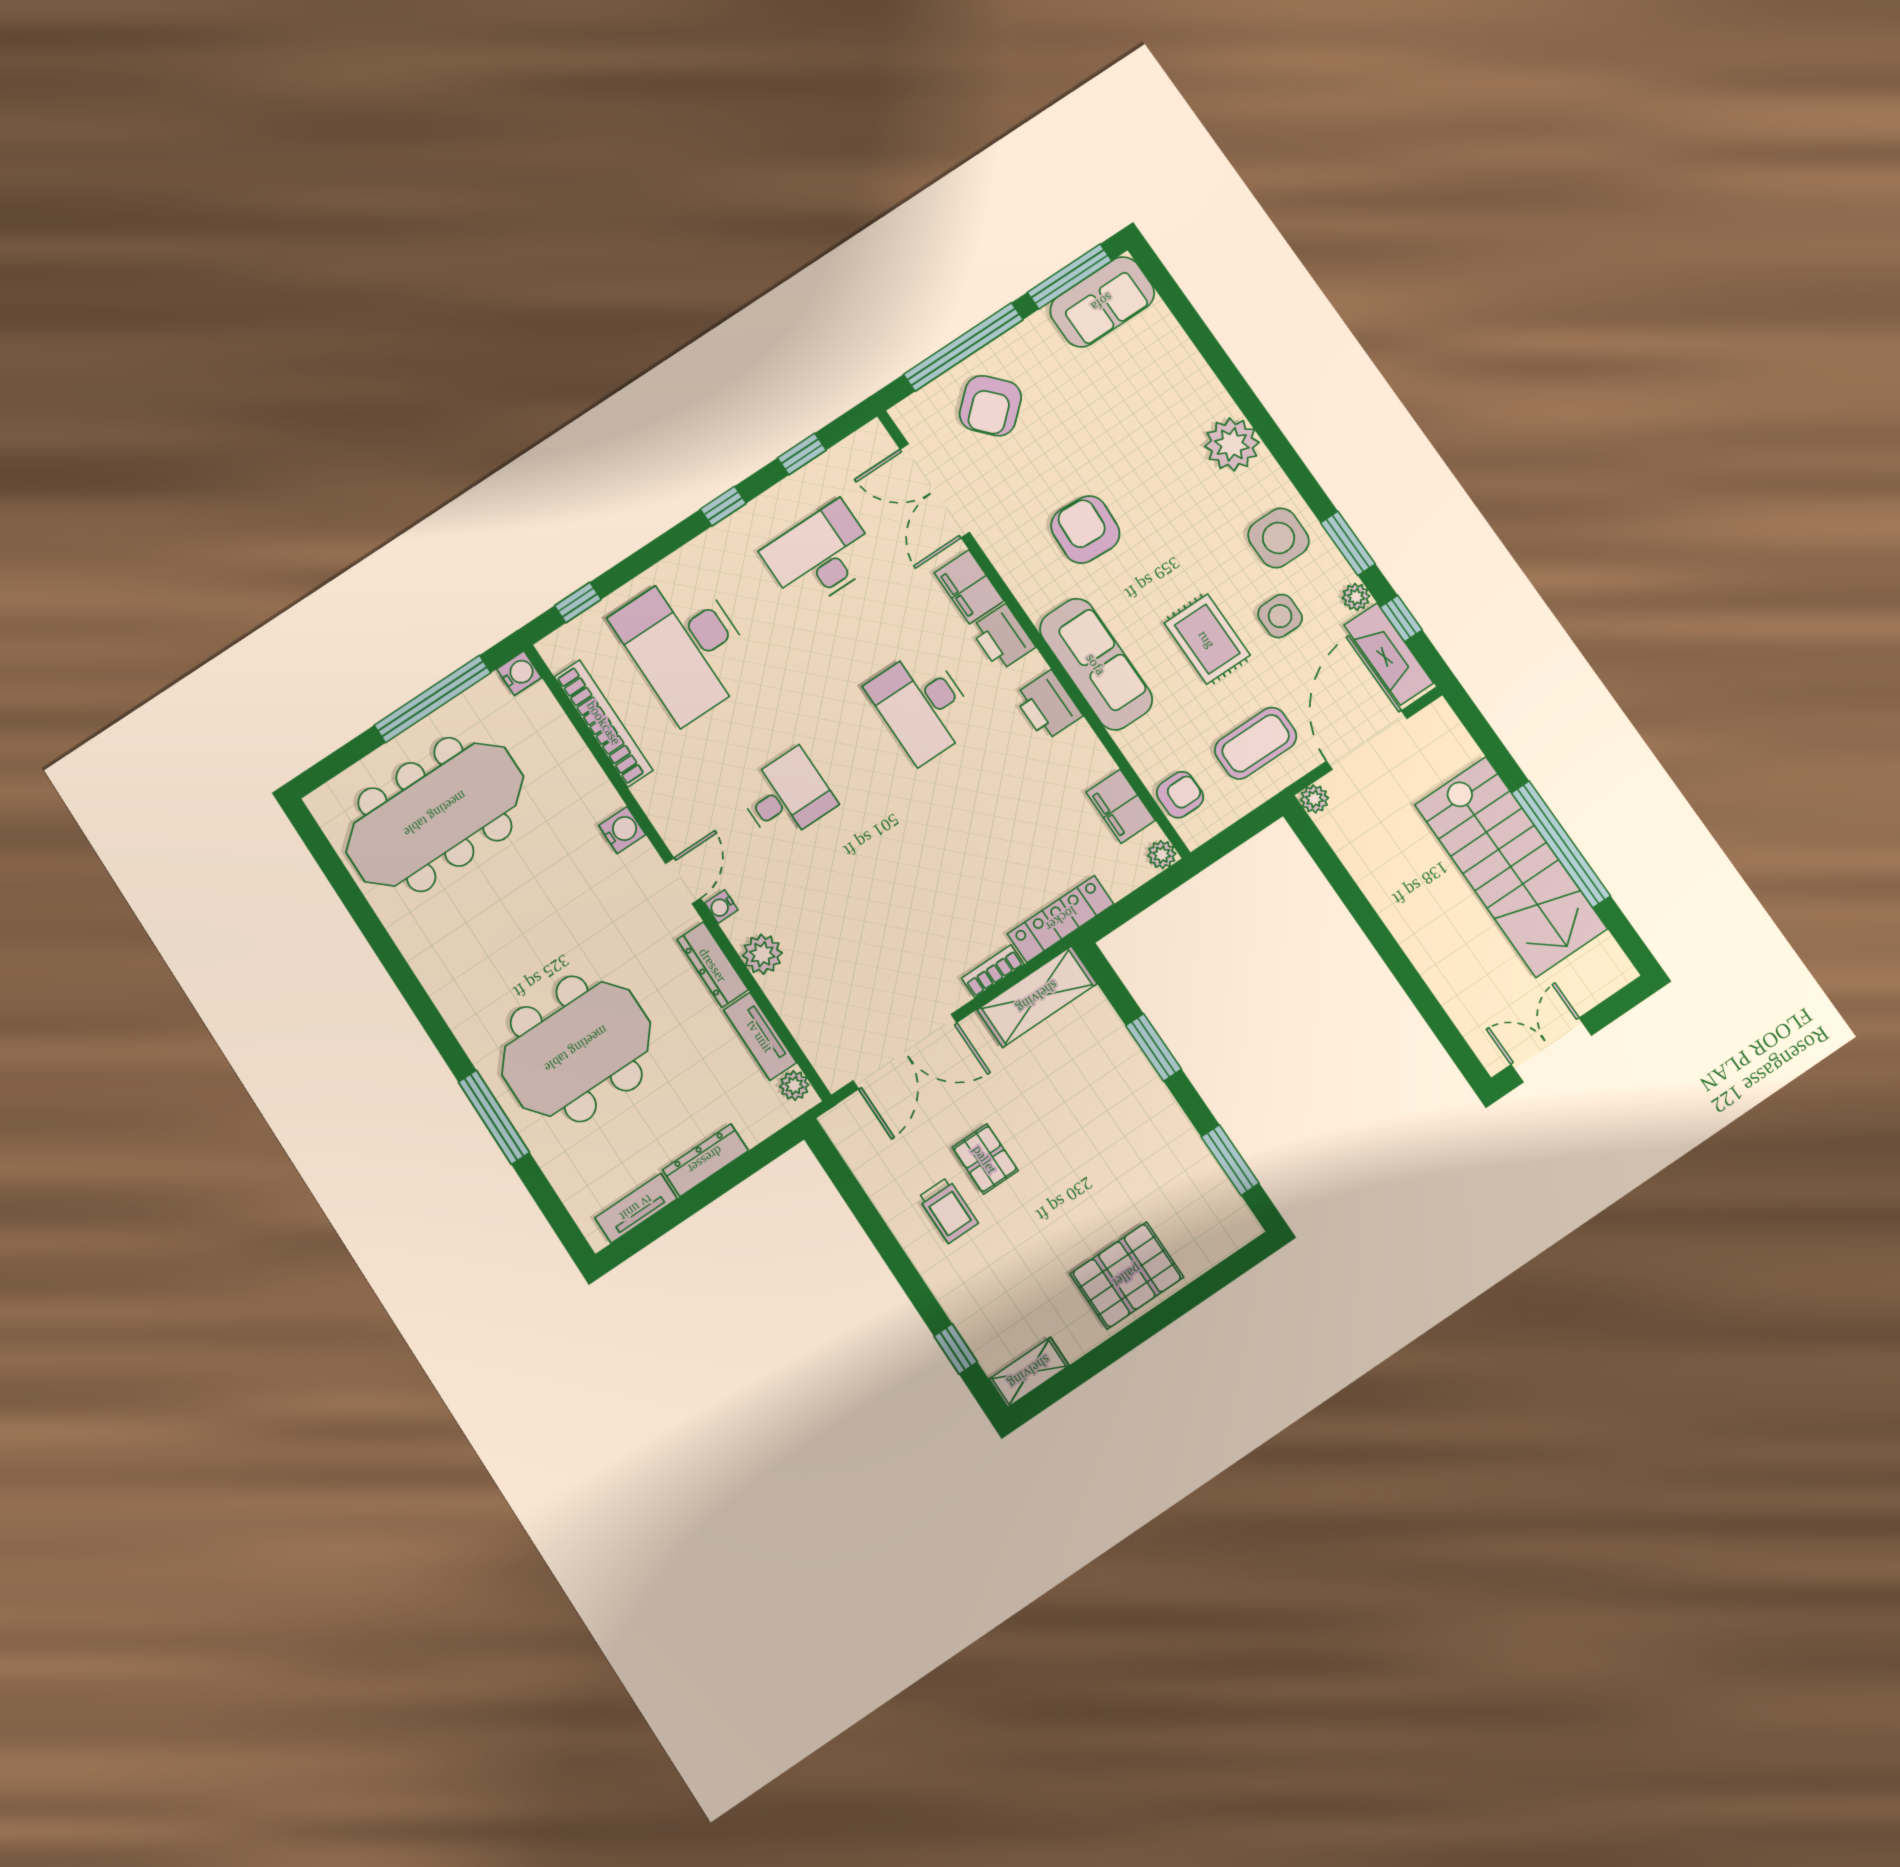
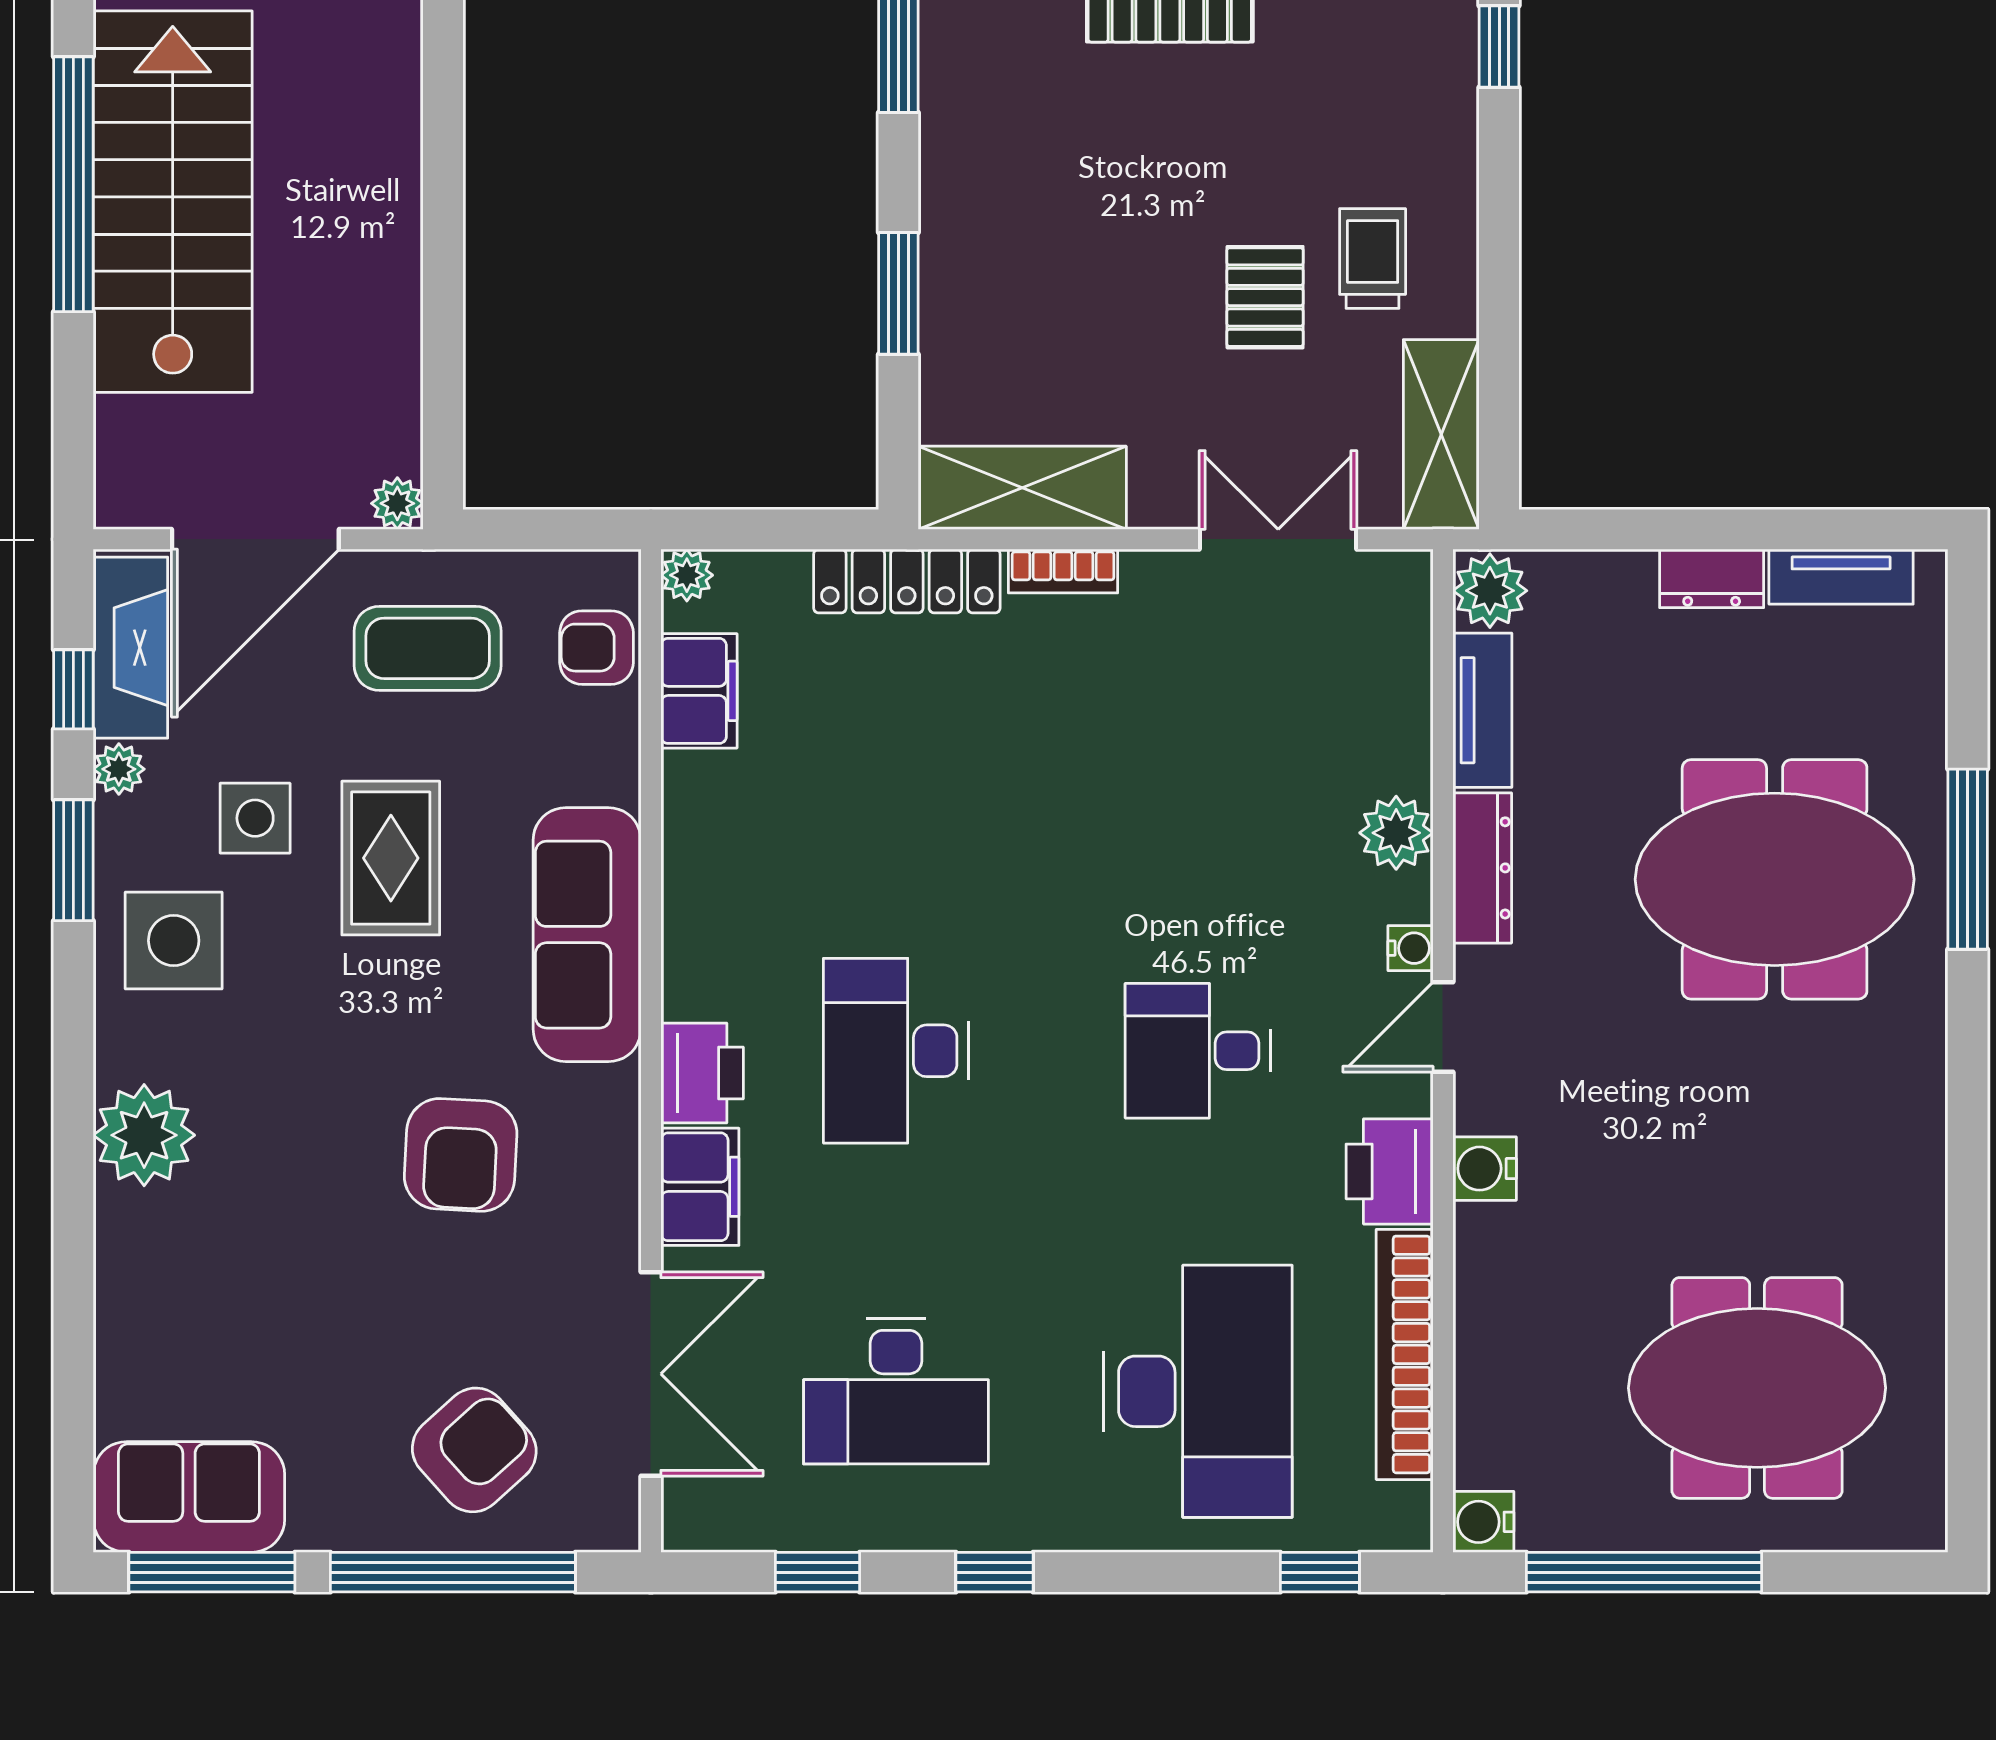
desk: (922, 705) -> (896, 1051), turned 180
printer: (1048, 706) -> (1390, 1171), moved, turned 180
meeting table: (435, 814) -> (1757, 1388), width x0.73
double door: (905, 1052) -> (1278, 539), width x0.73
plant: (794, 1086) -> (1490, 591), width x1.38, depth x1.38
shelving: (862, 1150) -> (1441, 434), added
dresser: (705, 1160) -> (1712, 578), width x0.70

